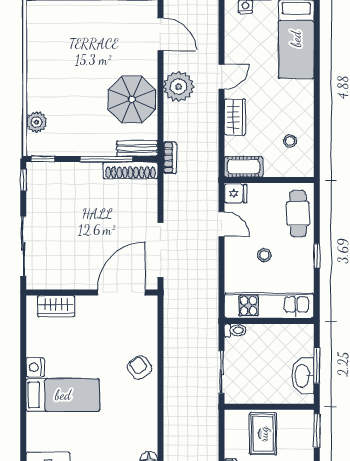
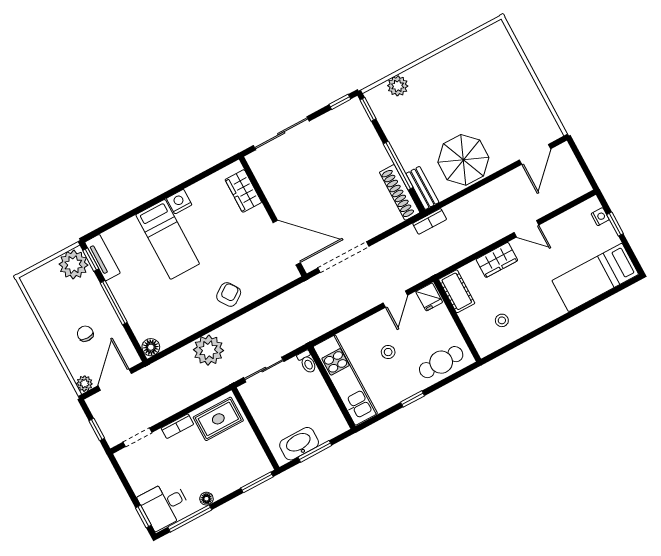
plant: (179, 87) -> (208, 350), moved
rug: (263, 434) -> (218, 419), moved

